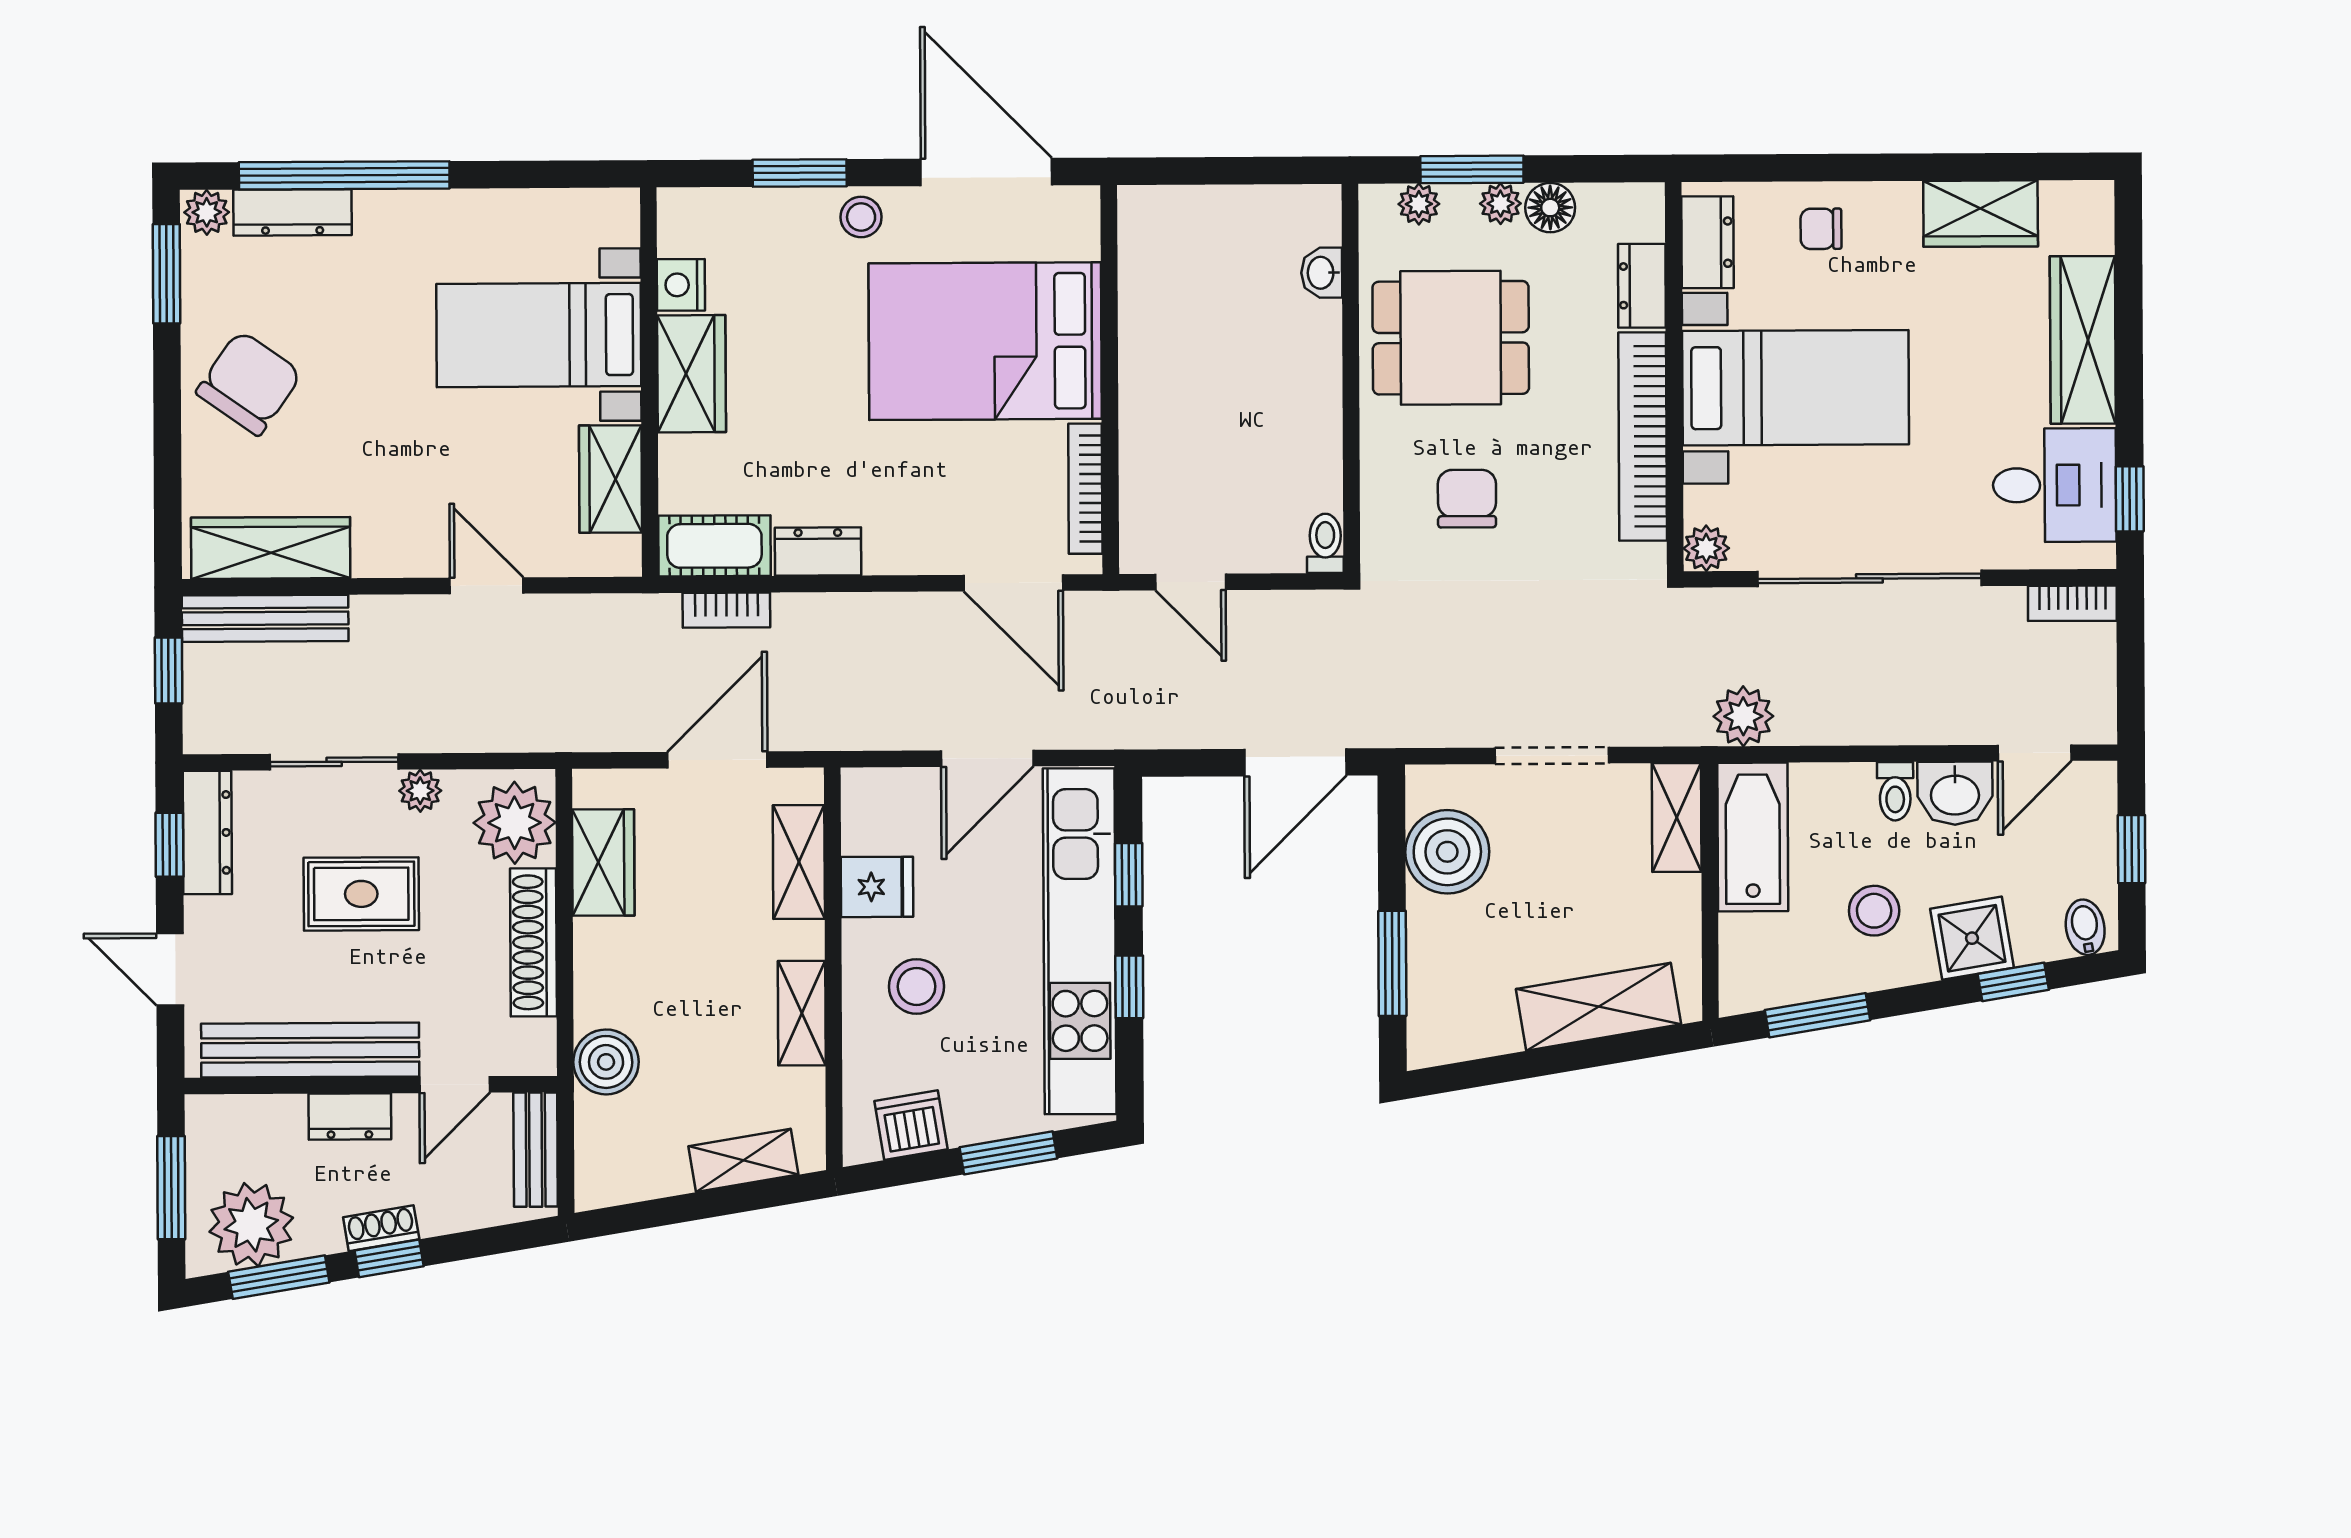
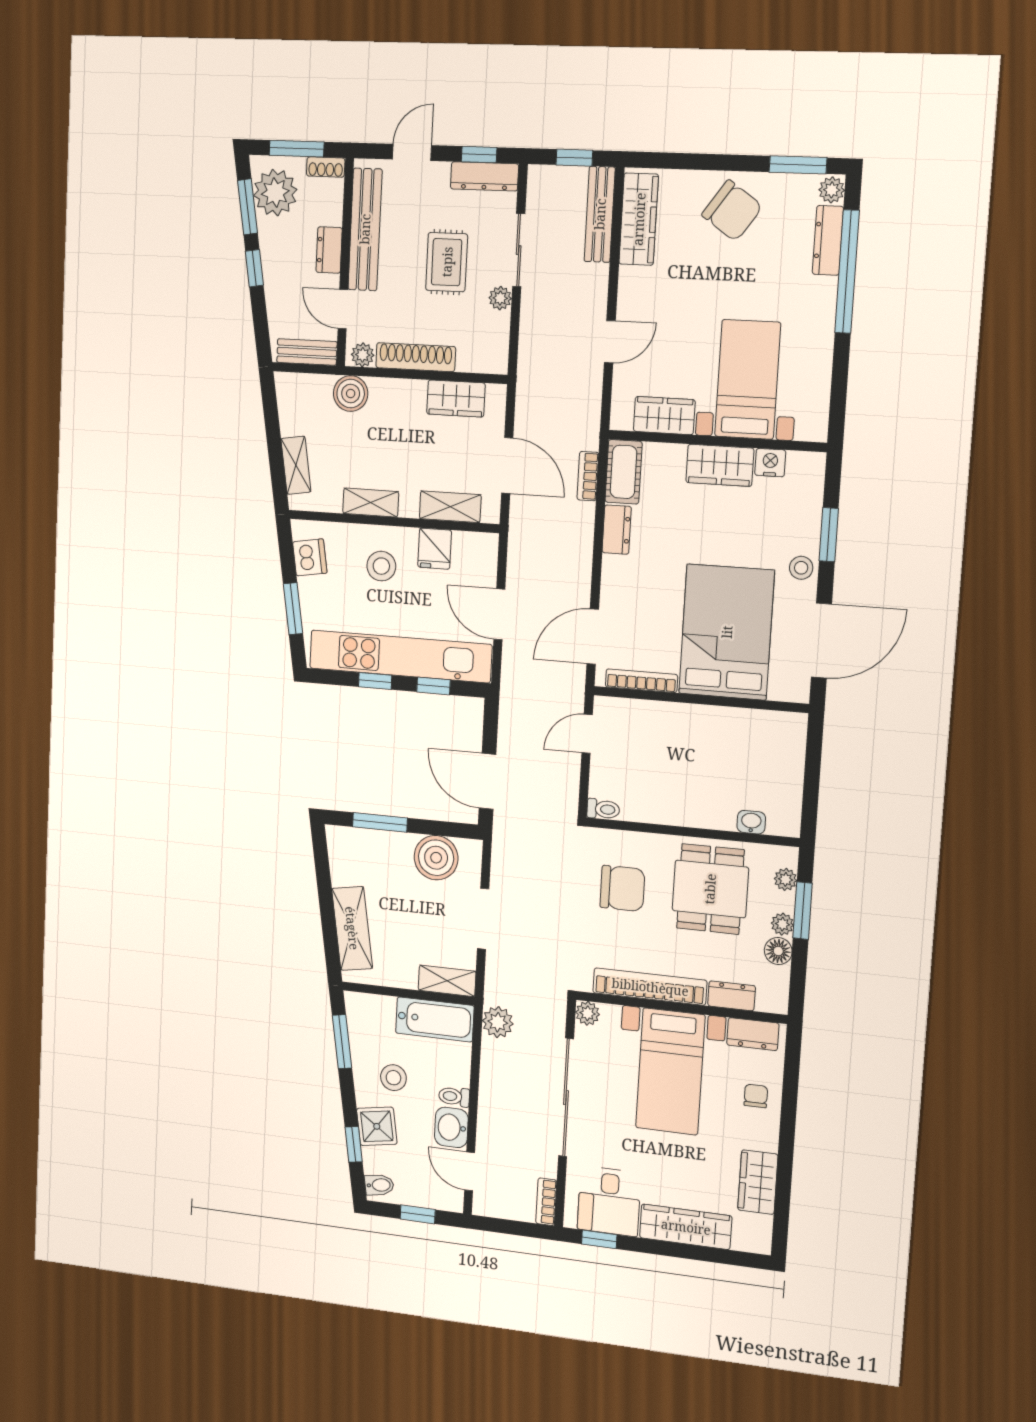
chair: (1467, 499) -> (622, 888), width x1.37, depth x1.37
plant: (515, 823) -> (363, 355), moved, width x0.53, depth x0.53
shoe rack: (381, 1228) -> (326, 167), moved, turned 99

